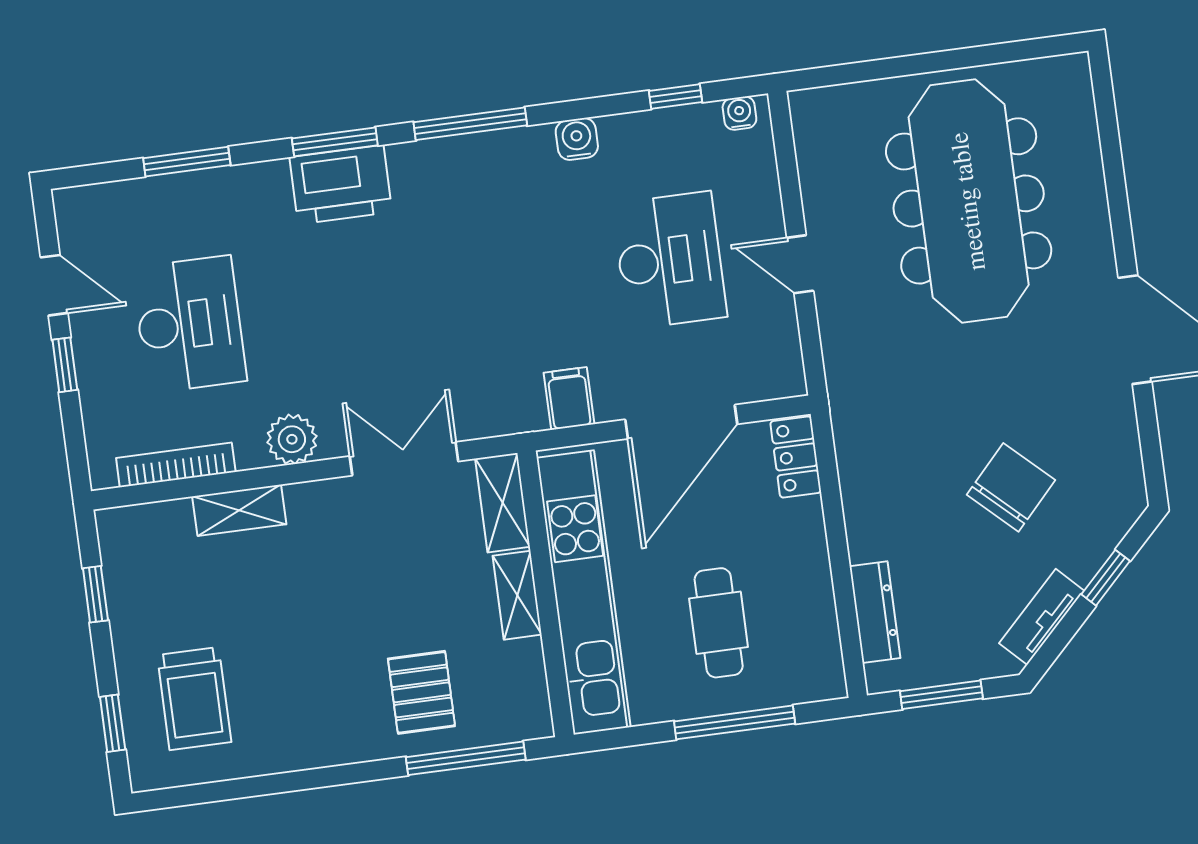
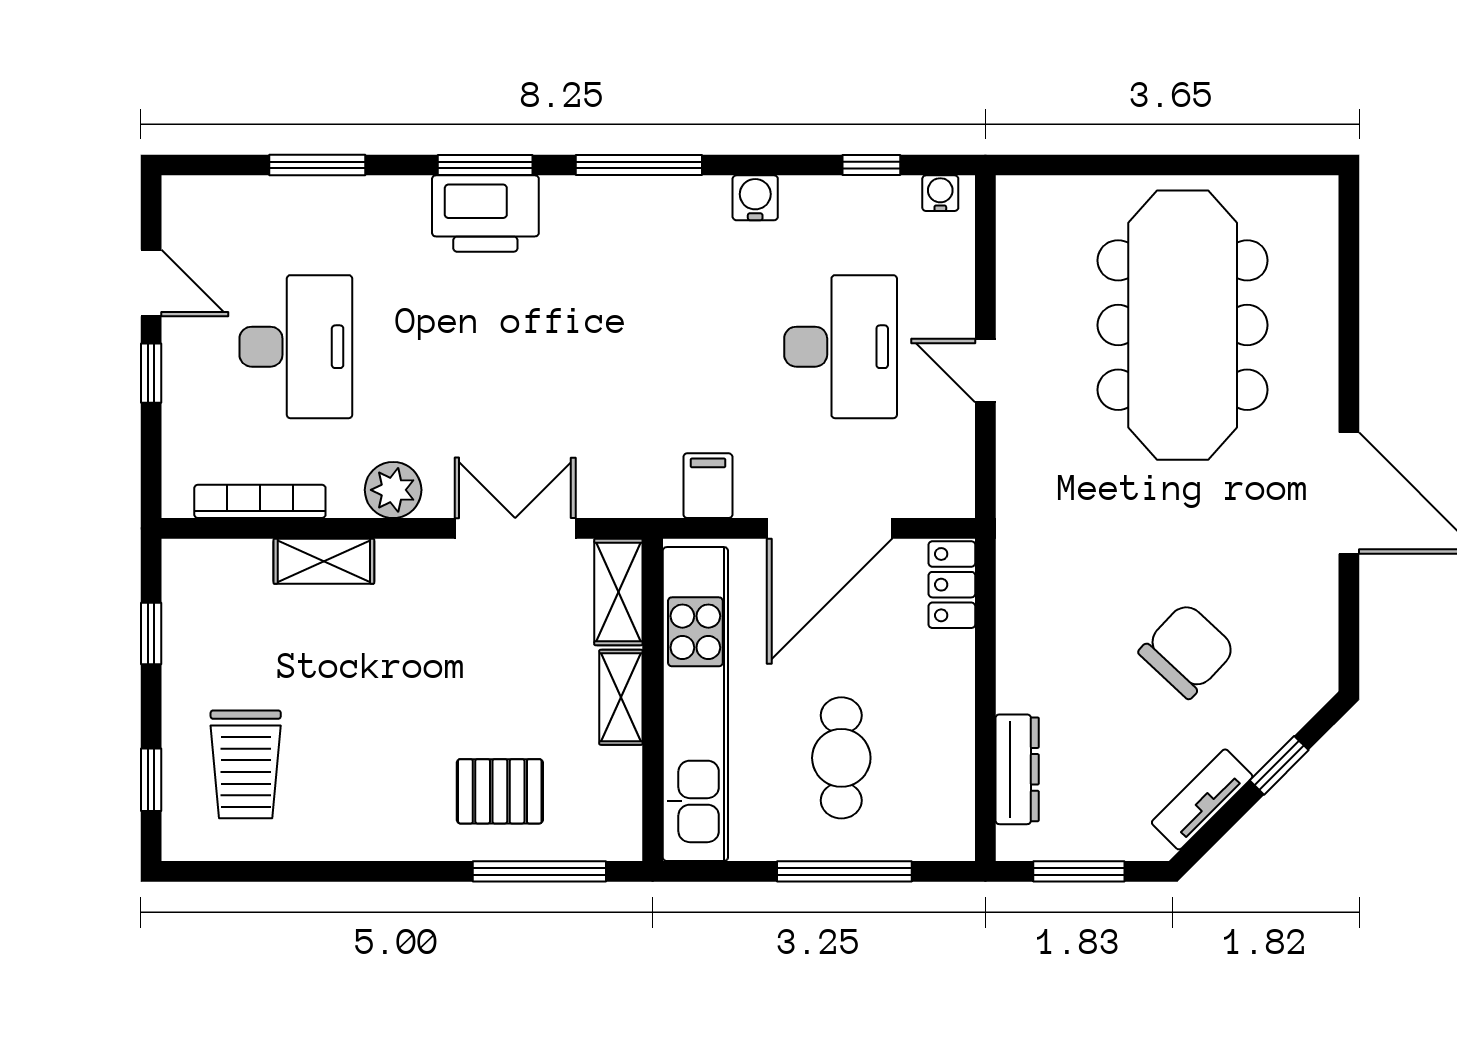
pallet: (421, 692) -> (500, 791), turned 90

